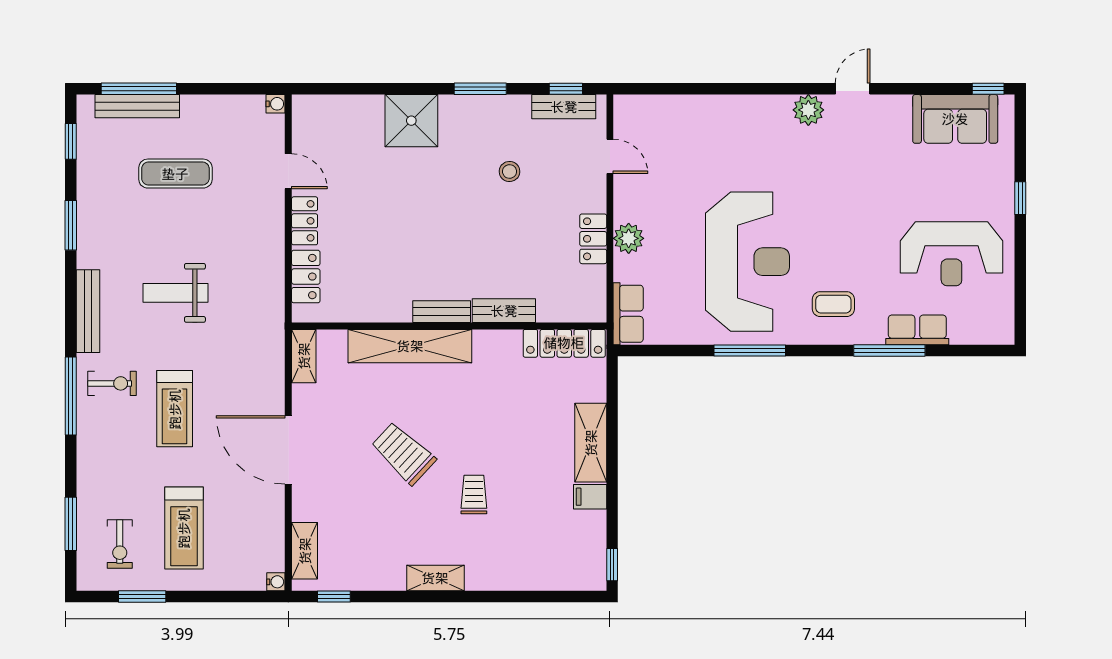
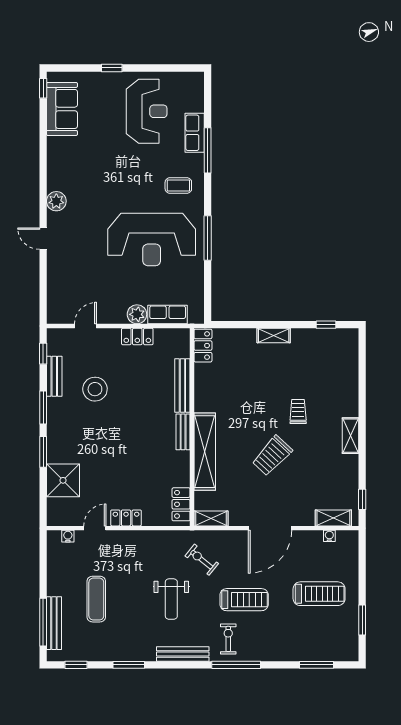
window: (410, 89) -> (43, 452), added
door: (853, 89) -> (43, 239), moved
water cooler: (276, 104) -> (68, 536), moved
bench: (564, 107) -> (54, 376), moved
shower: (411, 121) -> (63, 480), moved
stool: (510, 171) -> (95, 389), width x1.89, depth x1.89
reception desk: (747, 262) -> (152, 240), turned 180
locker: (306, 277) -> (181, 504), moved, turned -90
coffee table: (833, 304) -> (178, 186), turned 90
bench: (504, 311) -> (182, 385), width x1.36
row of seats: (628, 314) -> (168, 315), moved
locker: (564, 343) -> (203, 346), width x0.66
shelving: (591, 443) -> (274, 336), width x0.67, depth x0.75
trolley: (474, 495) -> (298, 412), turned 90
filing cabinet: (590, 497) -> (299, 338), removed
exercise bike: (120, 544) -> (202, 560), moved, turned -141
window: (612, 565) -> (326, 325), moved
water cooler: (276, 582) -> (329, 536), moved

